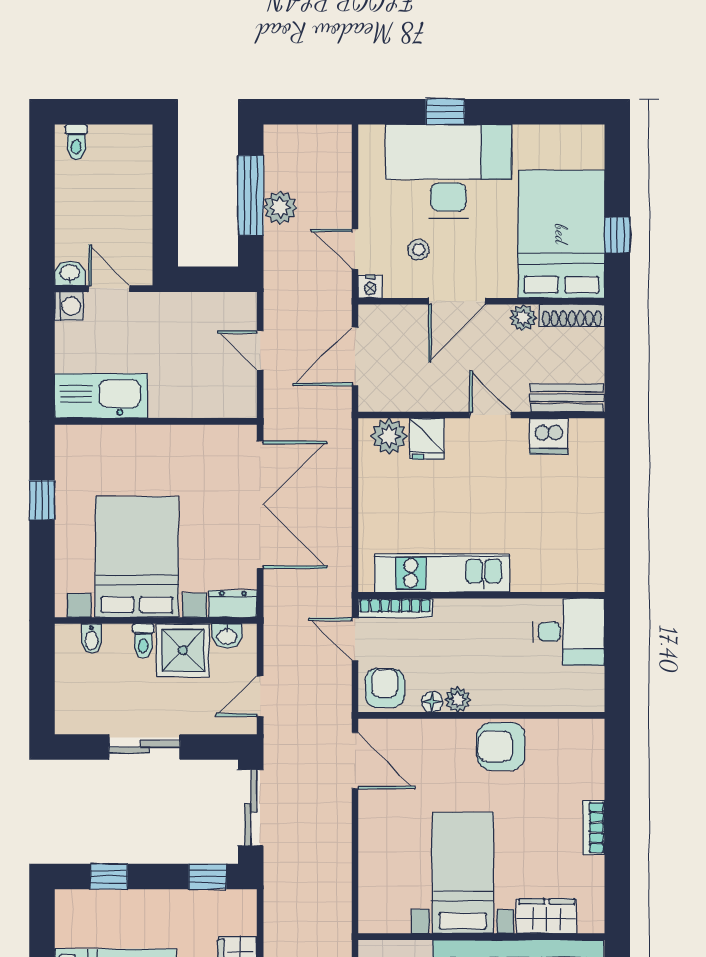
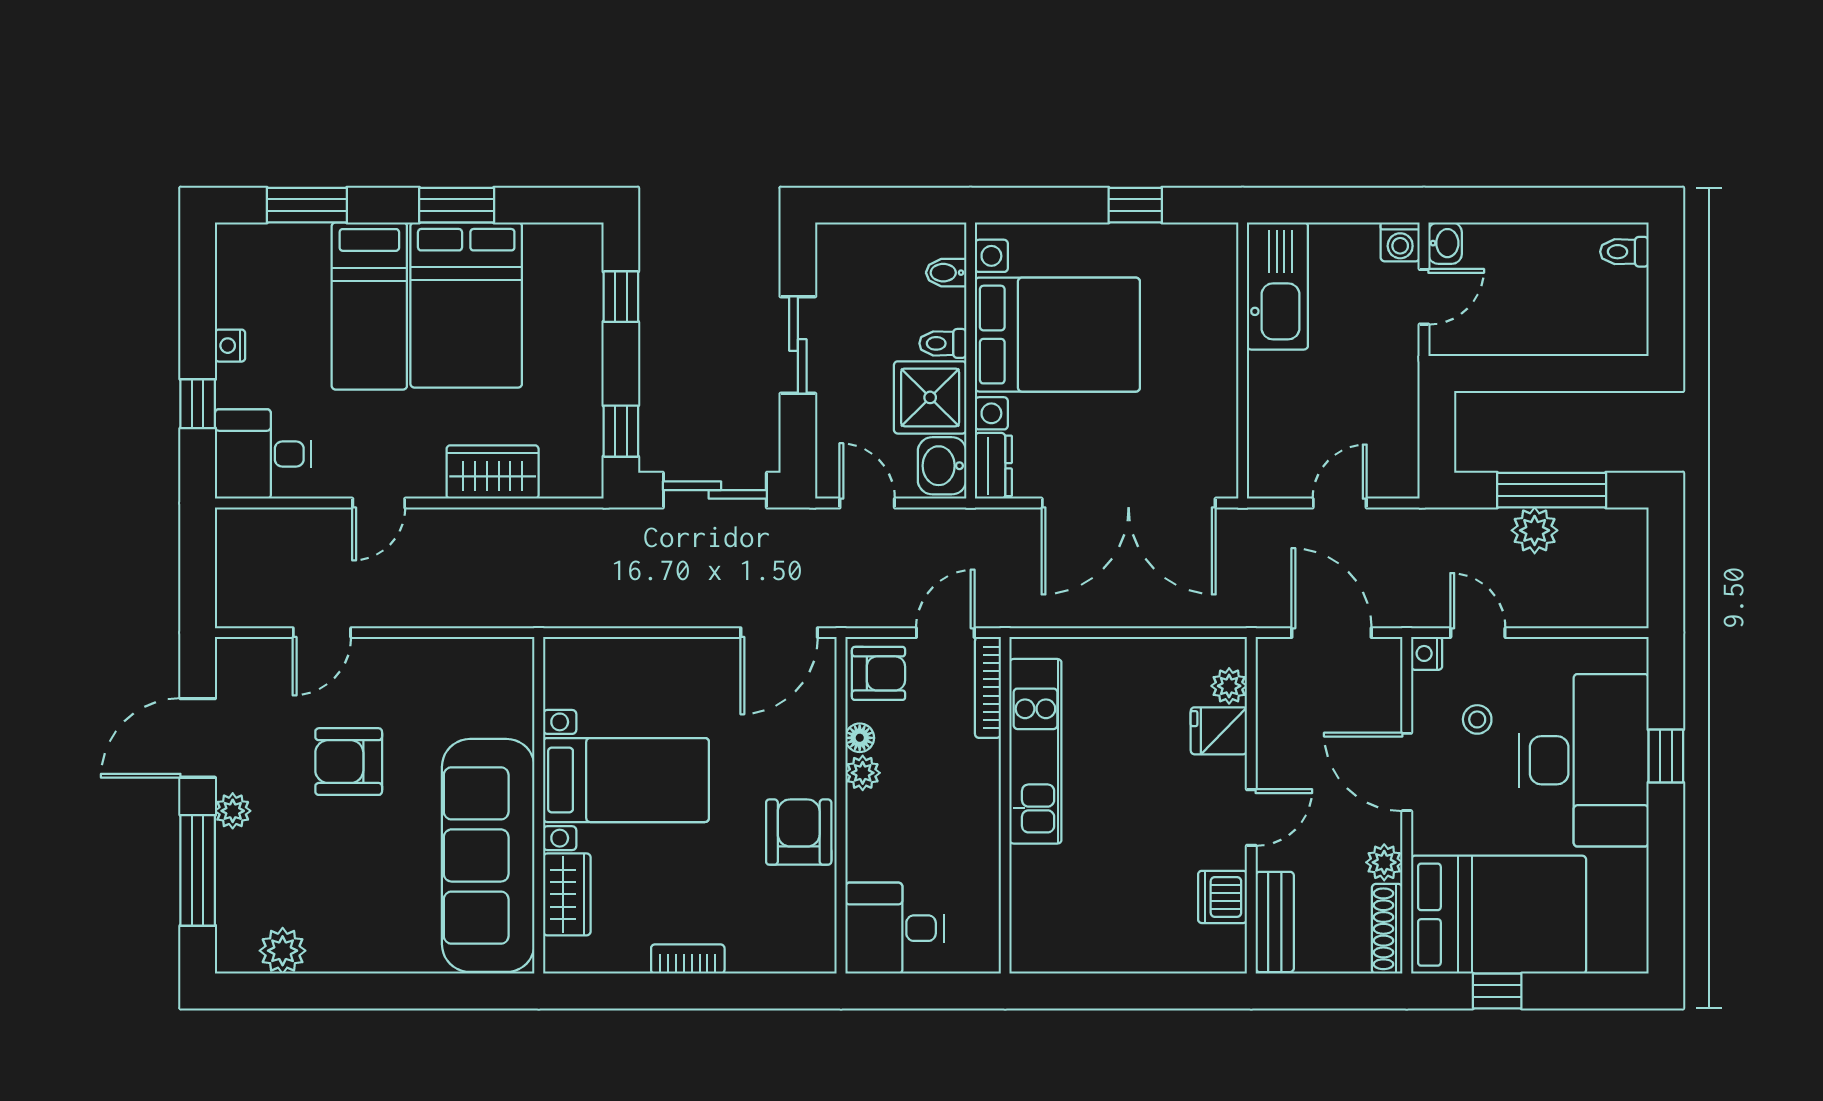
door: (355, 249) -> (1478, 633), hinge flipped
plant: (389, 436) -> (1229, 686), width x0.73, depth x0.73
desk: (569, 632) -> (895, 928), moved, turned 90
washbasin: (227, 636) -> (942, 466), width x1.38, depth x1.45

